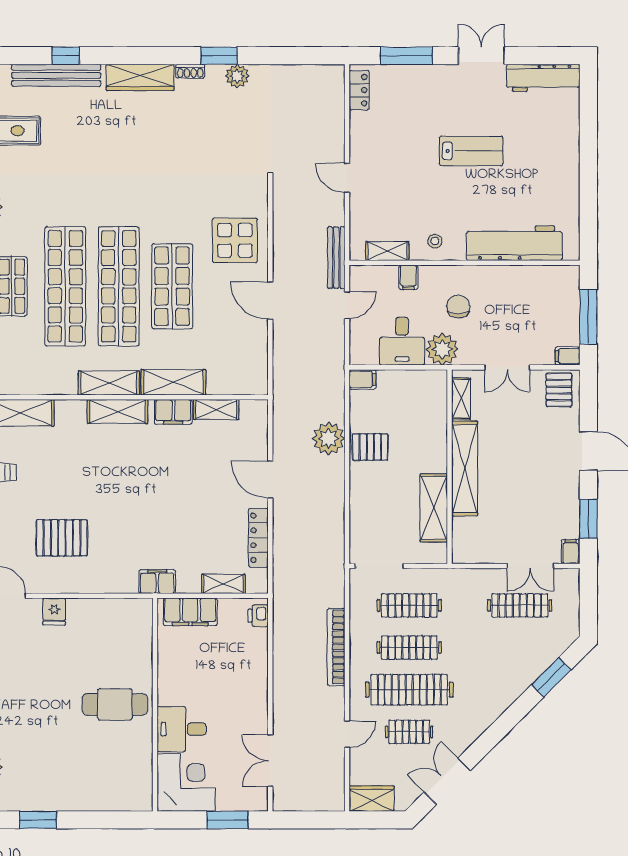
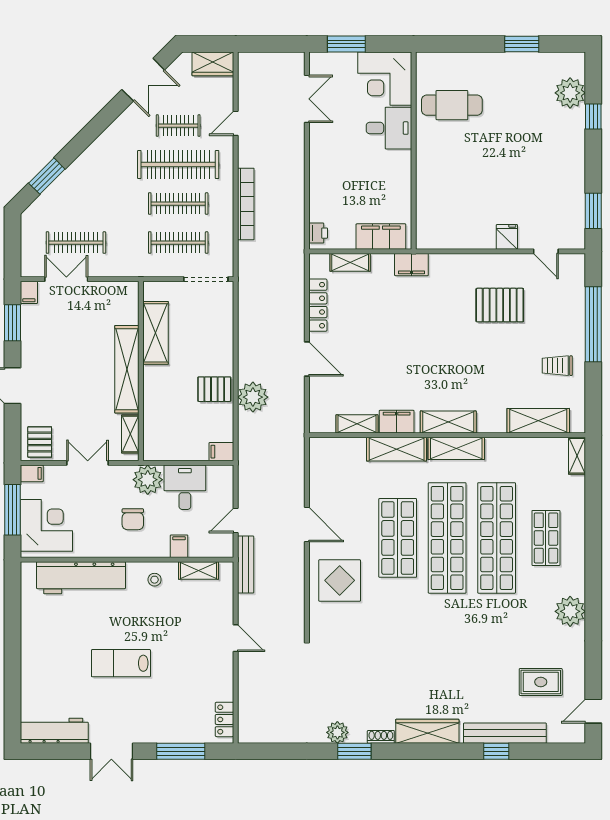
corner desk: (552, 300) -> (46, 525), added
cafe table: (115, 704) -> (452, 105), moved

